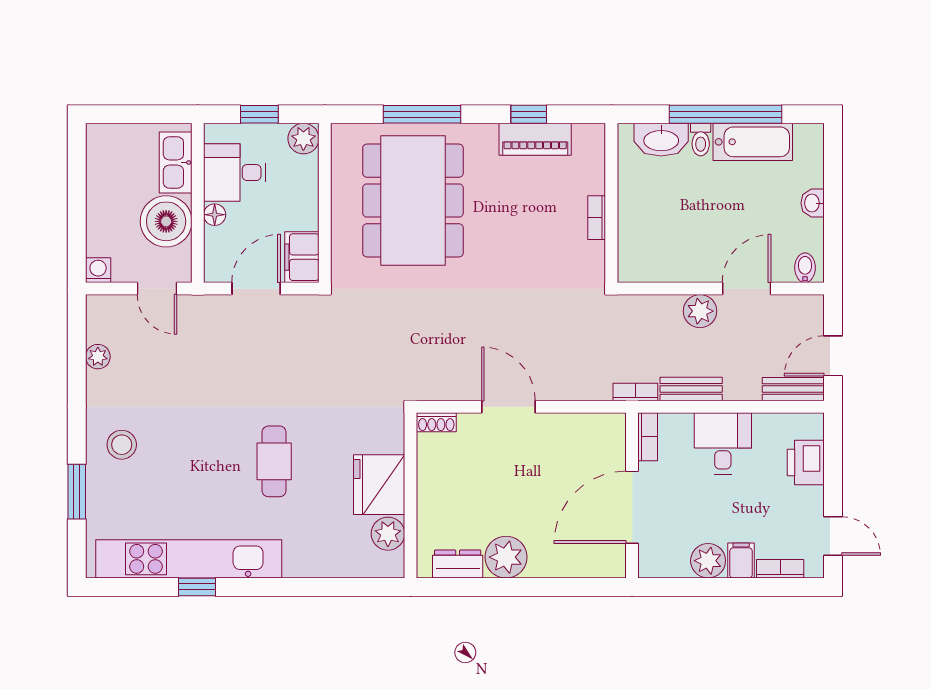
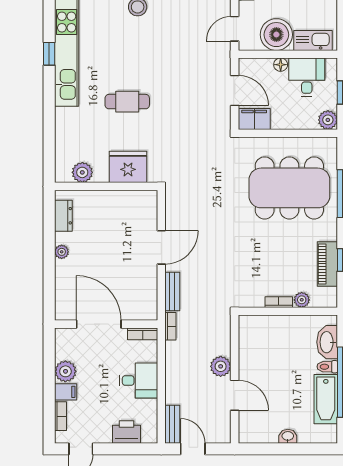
plant: (593, 181) -> (302, 300), added
bidet: (805, 268) -> (248, 432), removed
bench: (691, 389) -> (172, 292), moved
shoe rack: (436, 422) -> (152, 202), removed
fridge: (379, 485) -> (128, 167), moved
plant: (506, 557) -> (62, 252), width x0.53, depth x0.53

